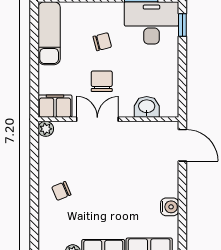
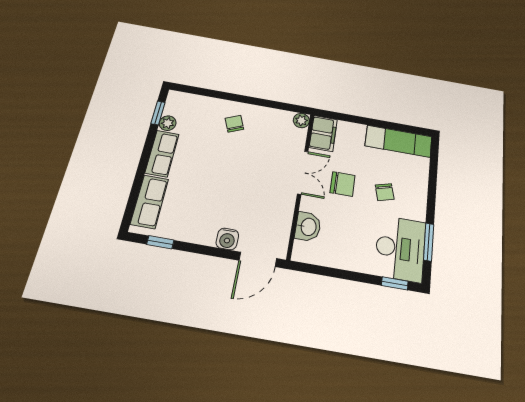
water cooler: (170, 207) -> (227, 239), moved
window: (182, 230) -> (160, 242), added

